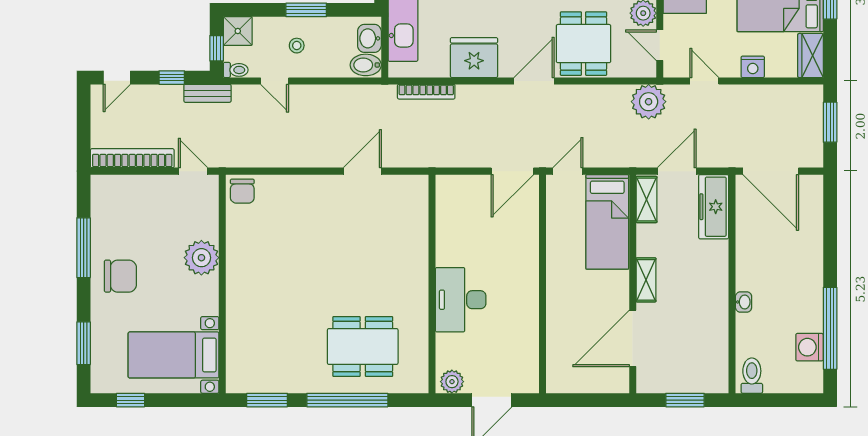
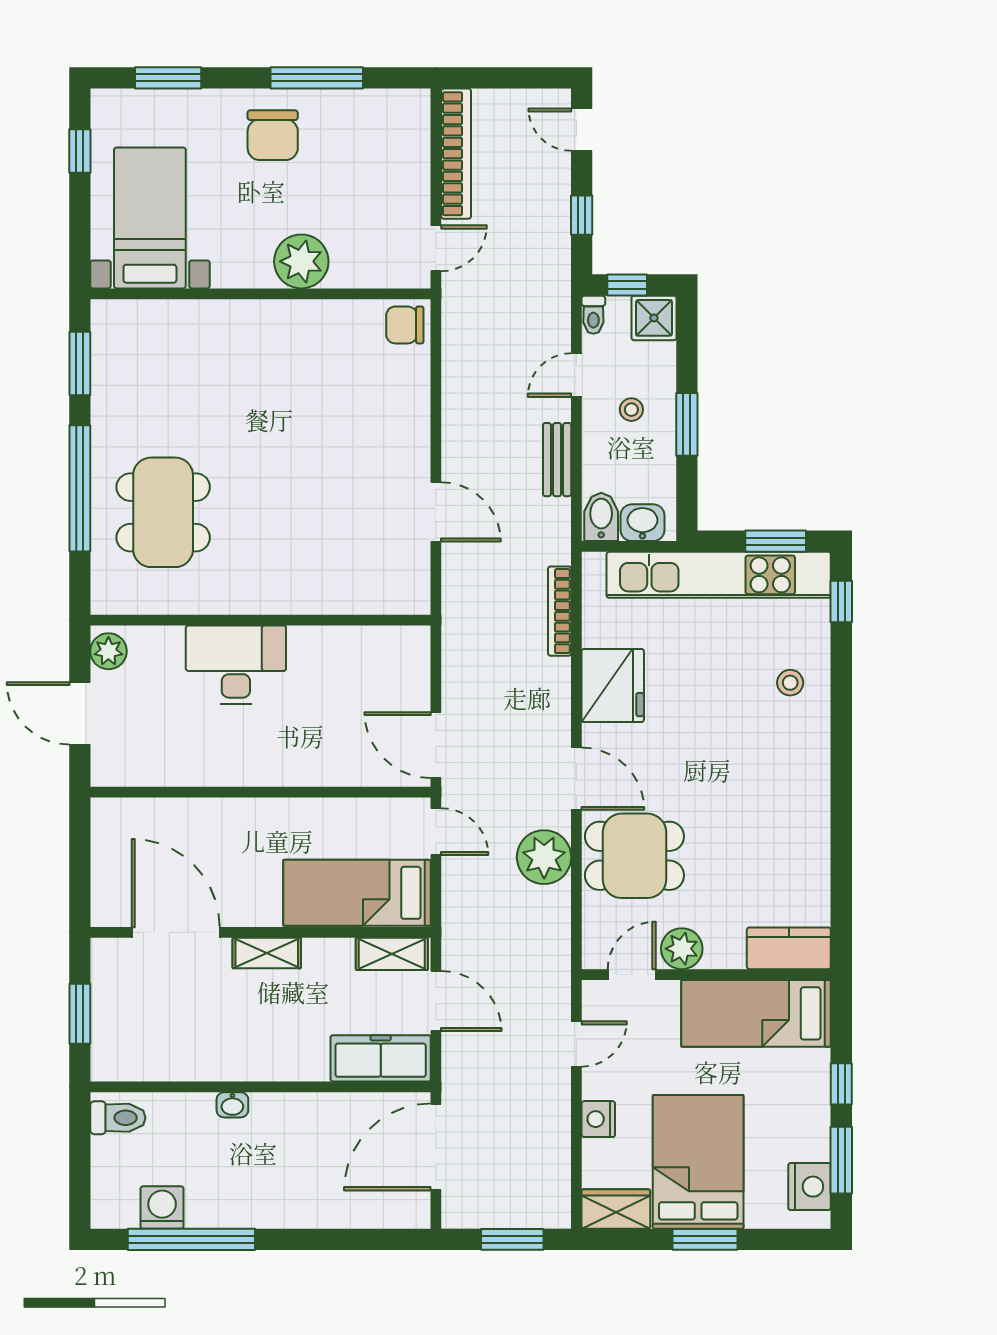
bench: (207, 93) -> (557, 460), moved
plant: (649, 102) -> (544, 857), moved

